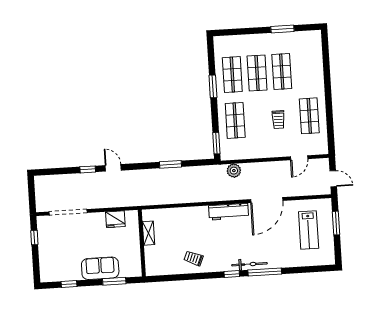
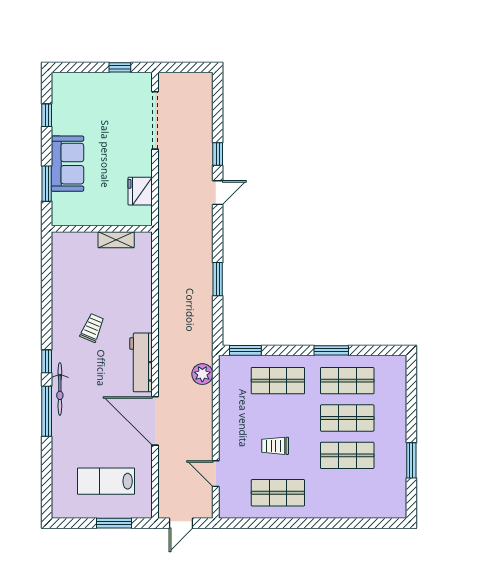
trolley: (194, 258) -> (92, 328), moved

